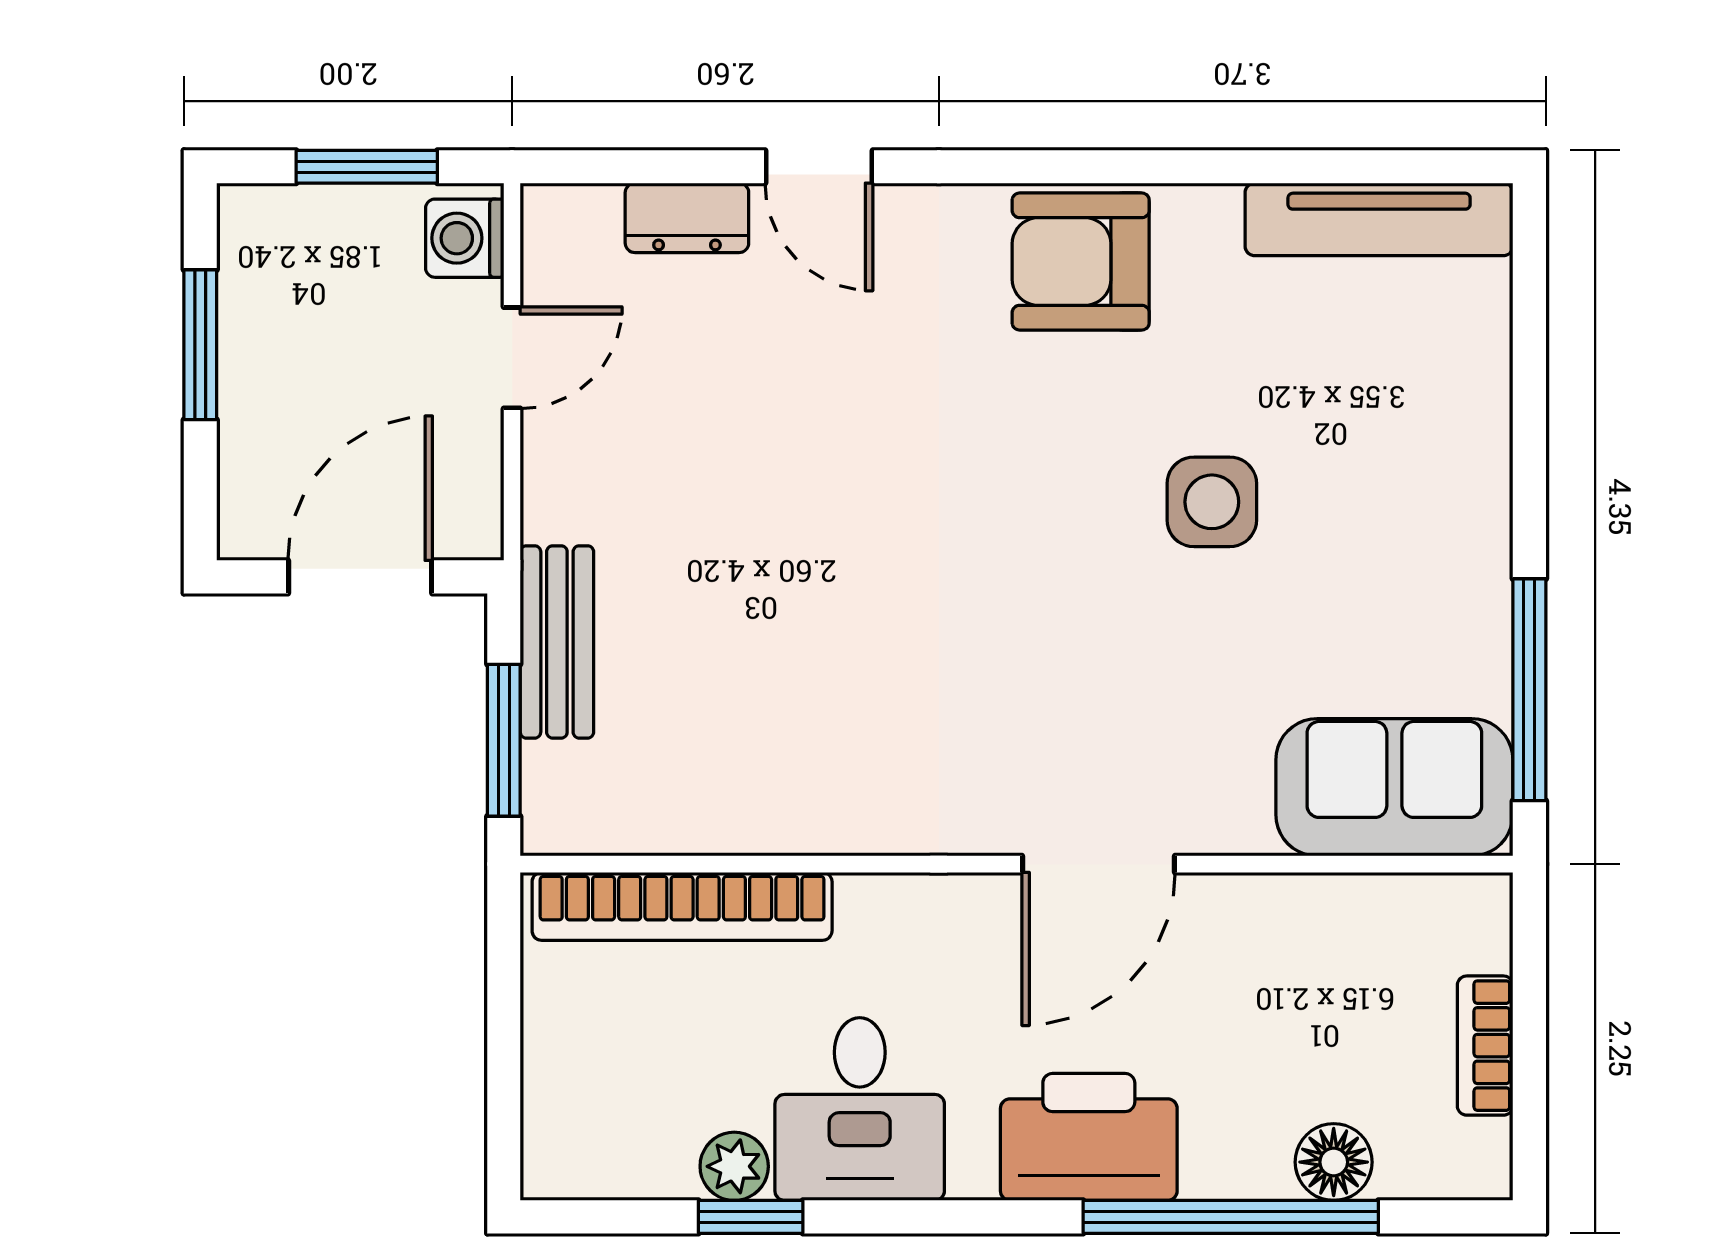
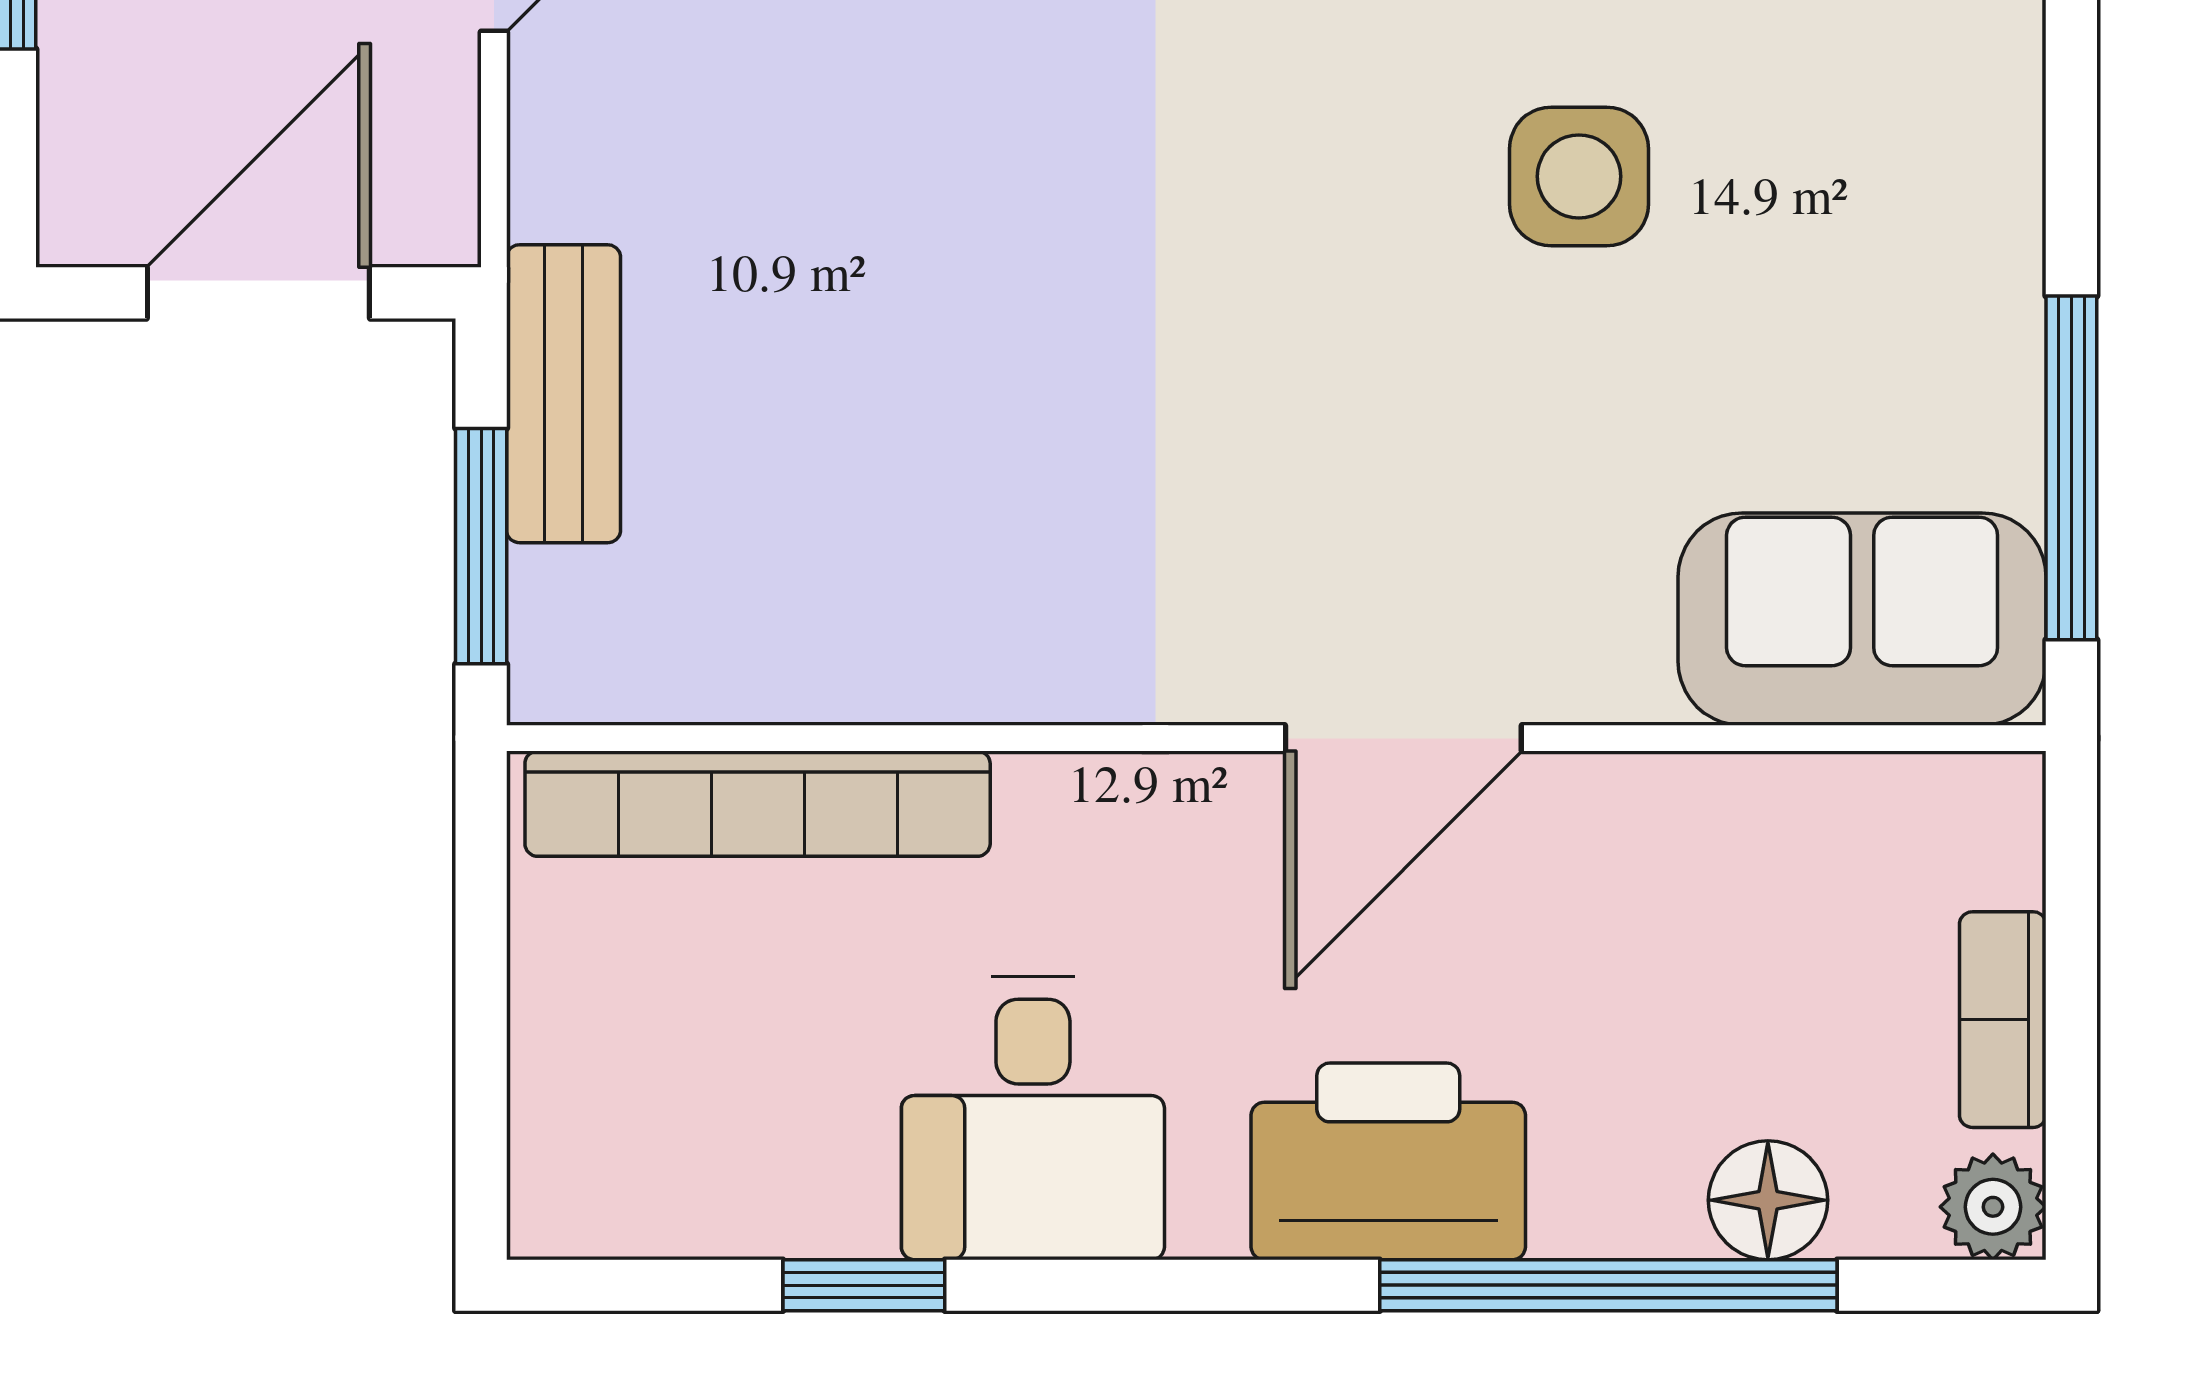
plant: (734, 1166) -> (1993, 1207), moved

